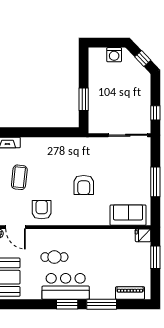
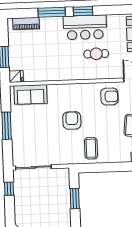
coffee table: (64, 154) -> (91, 148), added
armchair: (42, 210) -> (109, 96), turned -90

